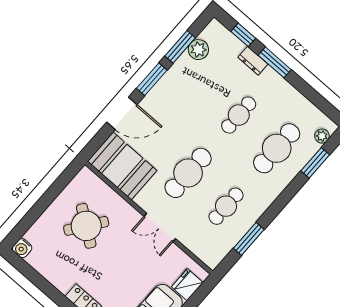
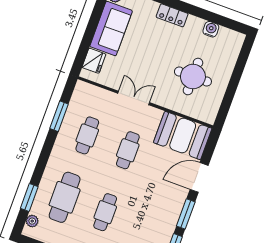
cafe table: (188, 173) -> (128, 150), width x0.73, depth x0.74
round table: (86, 226) -> (193, 77), turned -36
water cooler: (22, 248) -> (211, 29), moved

